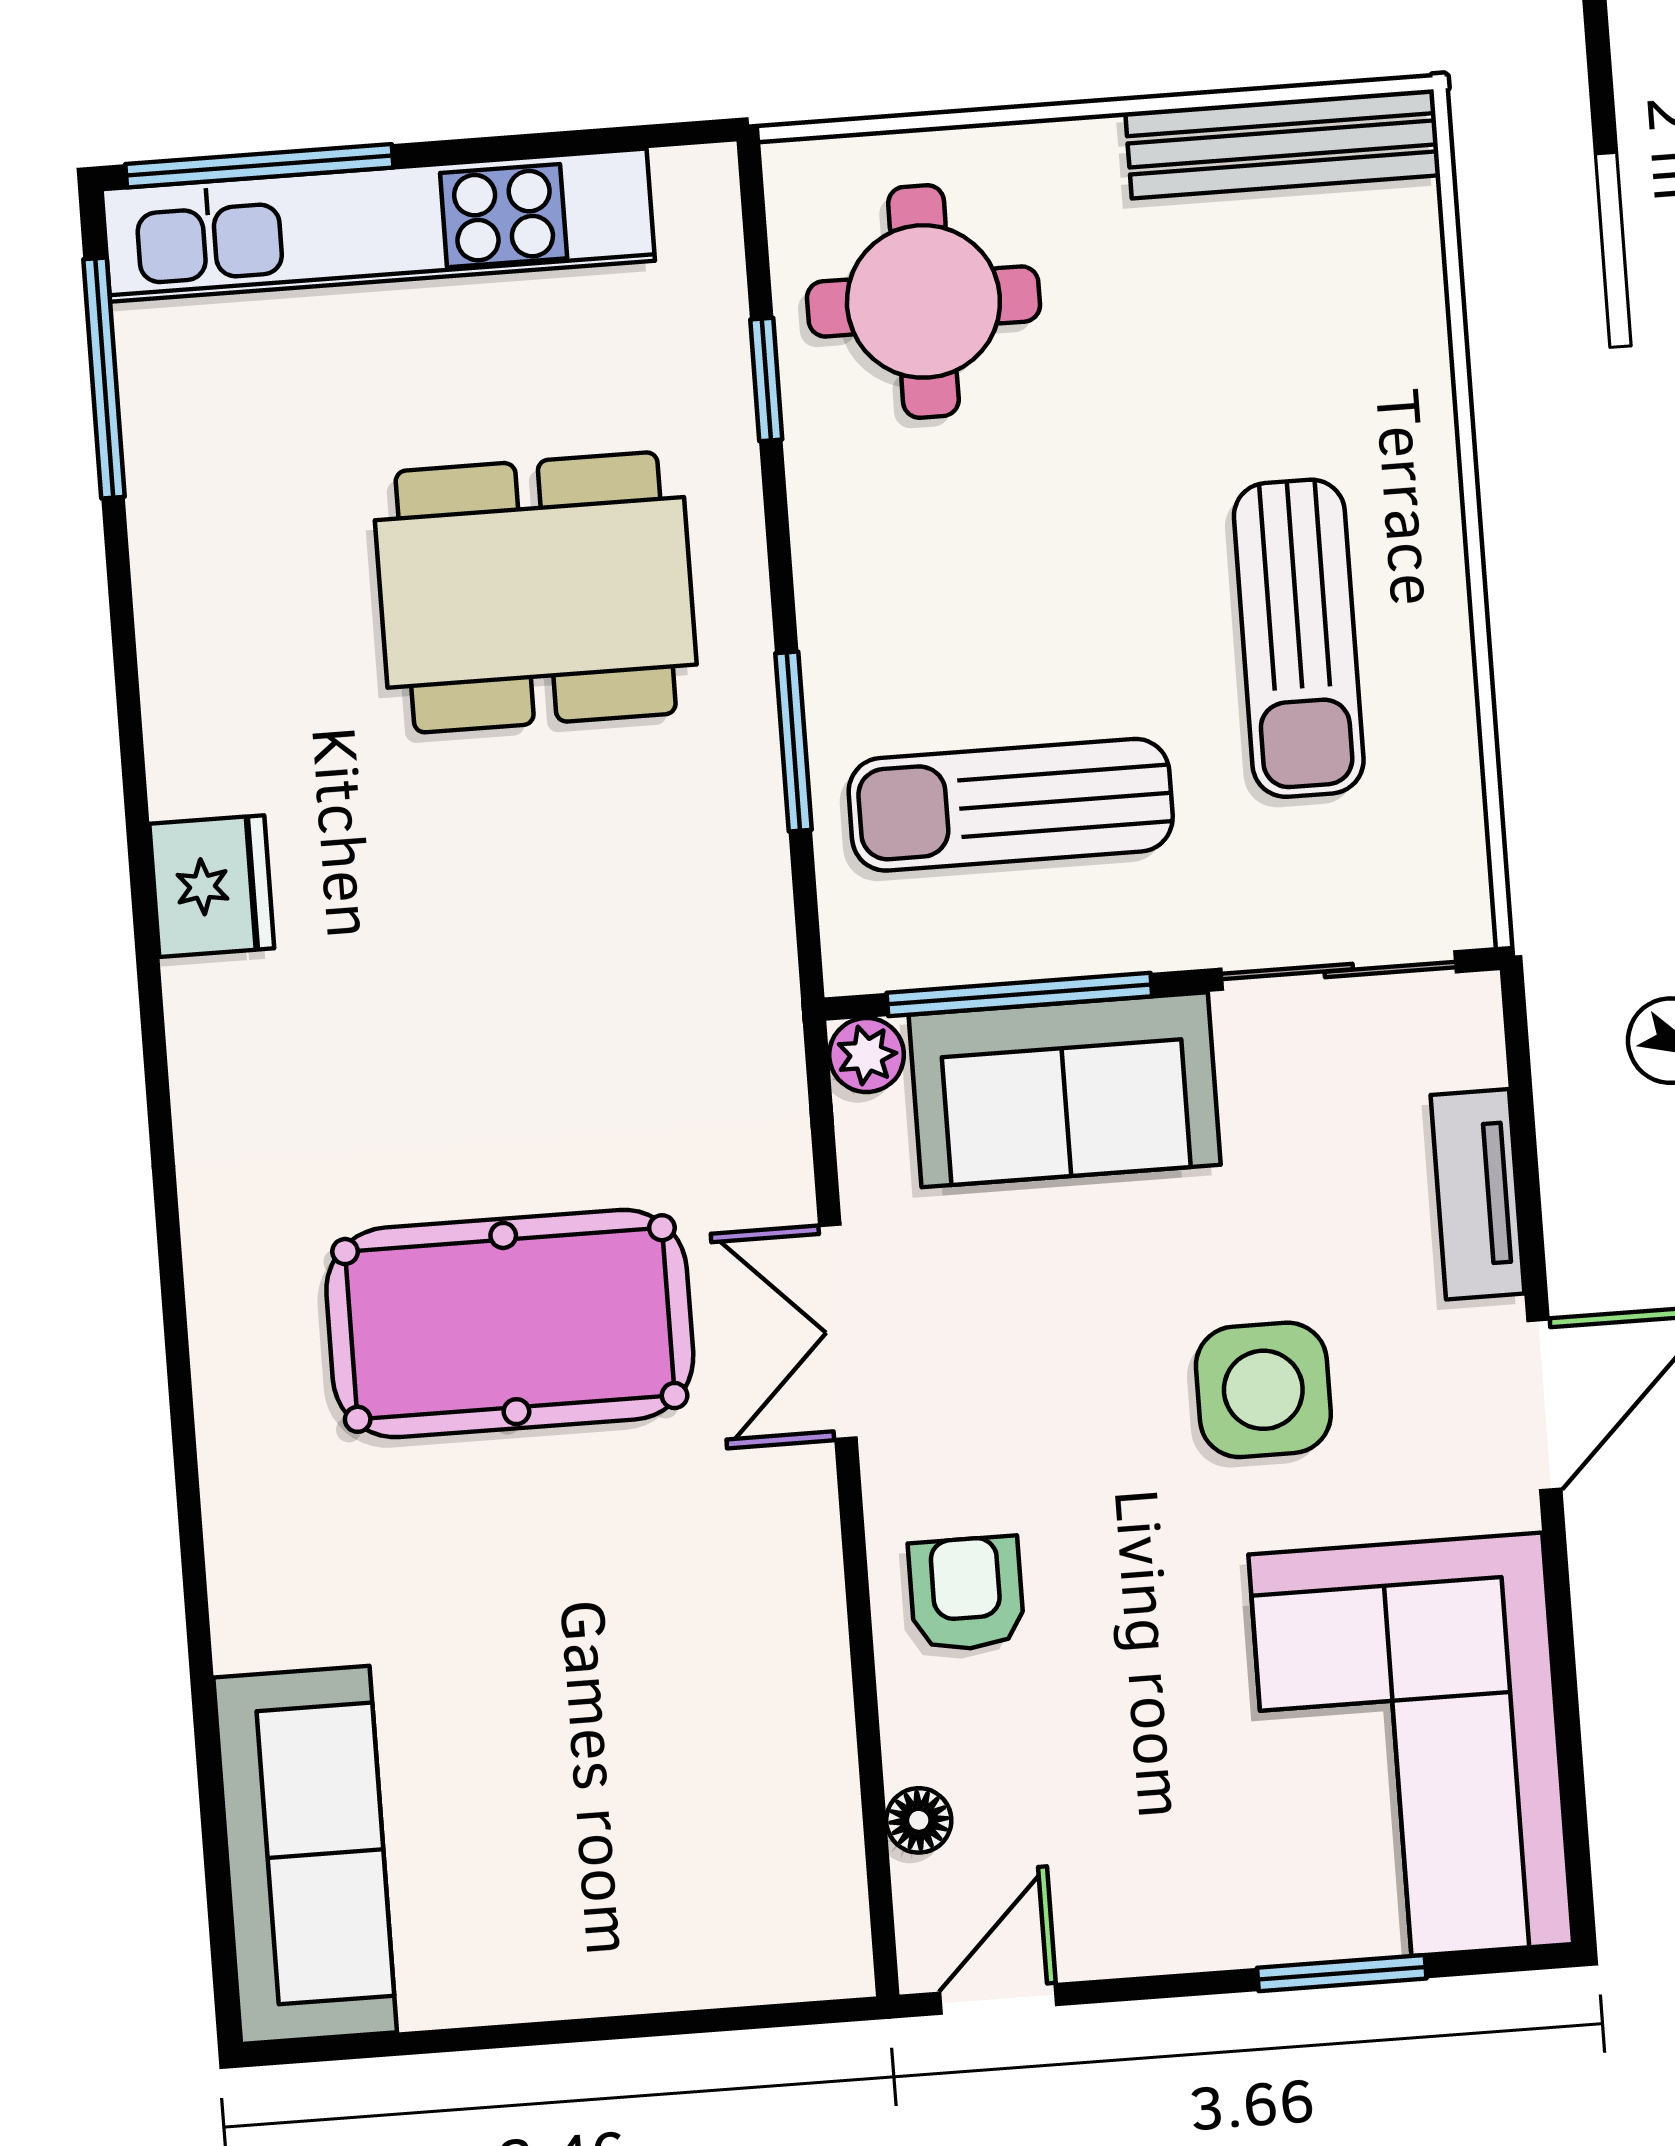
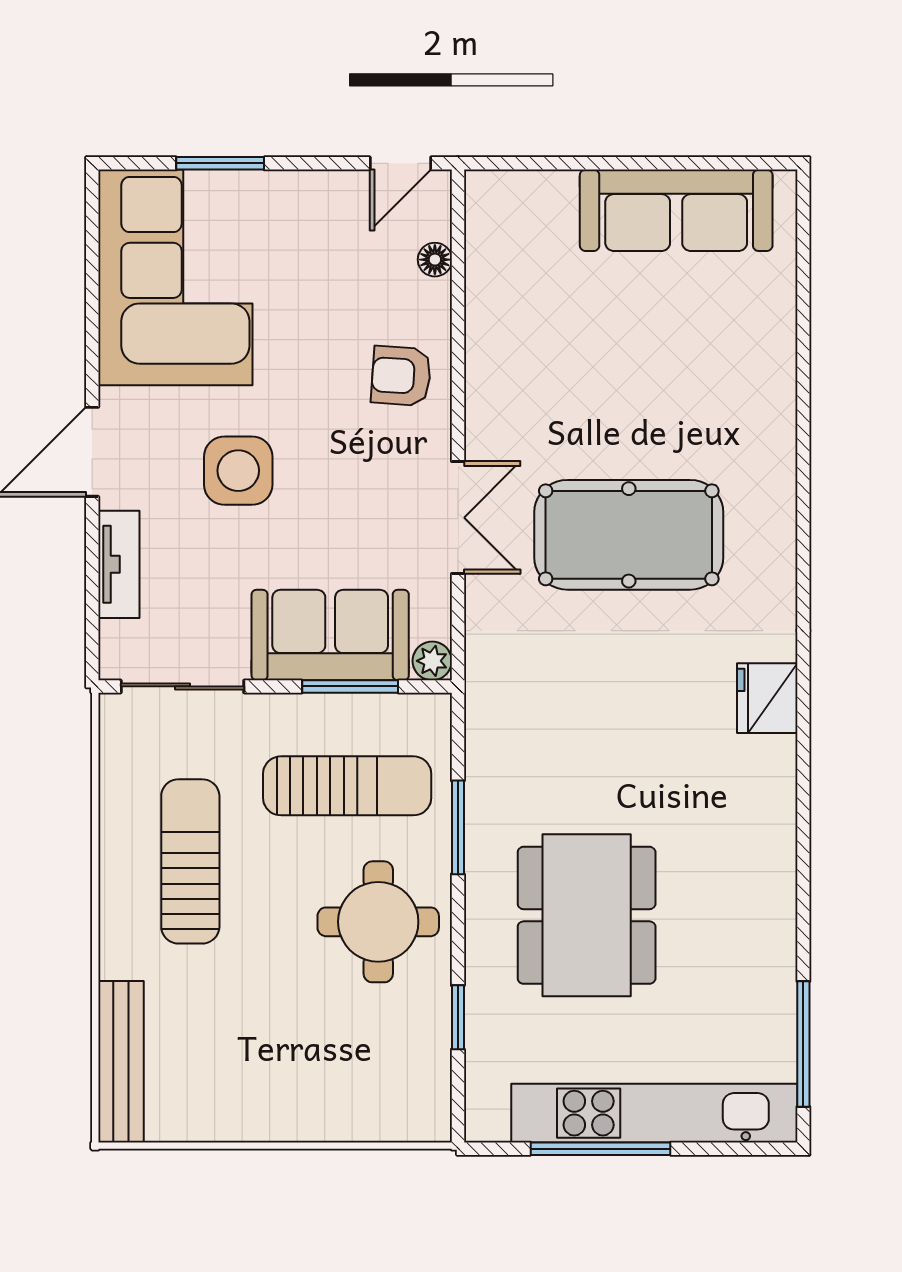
bench: (1283, 144) -> (121, 1062), moved, turned 90
window: (259, 166) -> (601, 1149), moved
round table: (923, 301) -> (378, 922), moved
dining table: (536, 592) -> (587, 915), turned 90
fridge: (212, 886) -> (767, 698), moved
window: (1019, 995) -> (350, 686), width x0.69
armchair: (966, 1594) -> (401, 376), turned 94
sofa: (305, 1855) -> (676, 210), moved, turned -90

